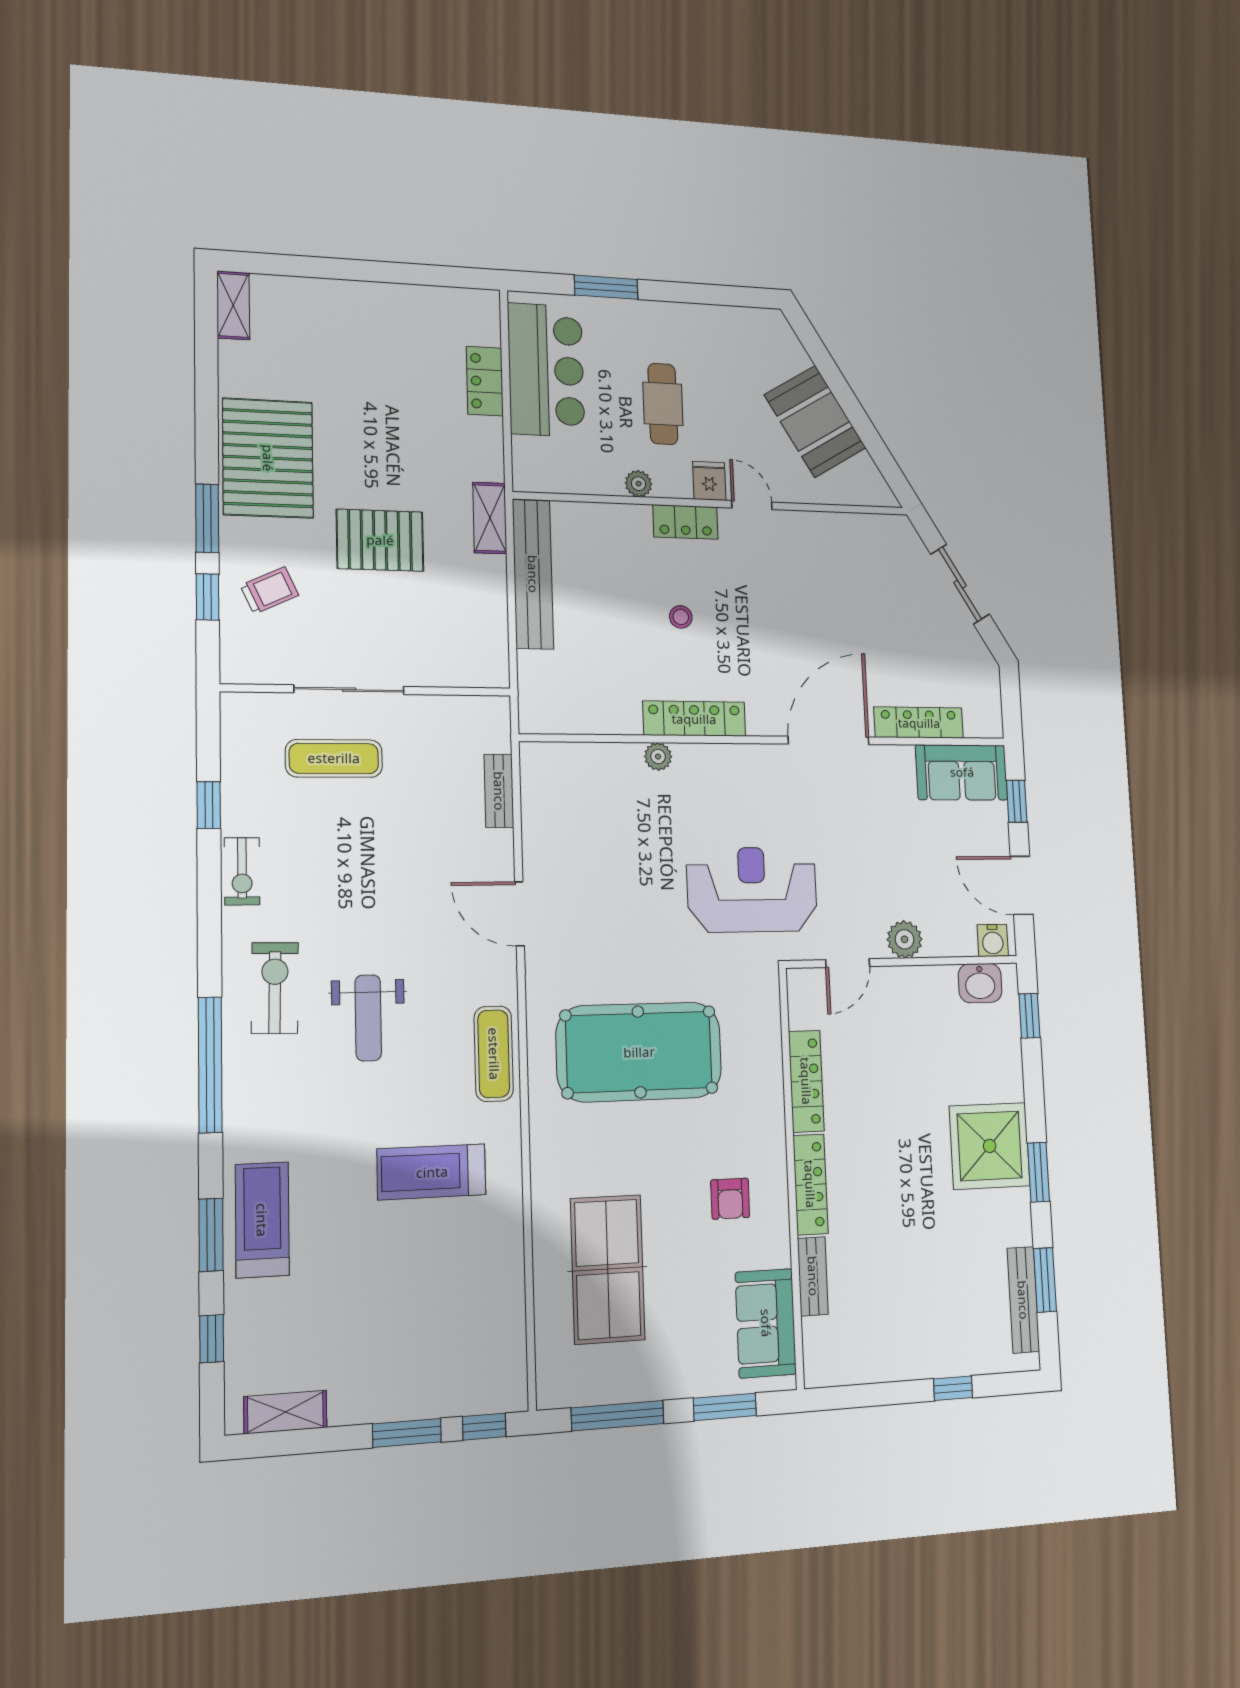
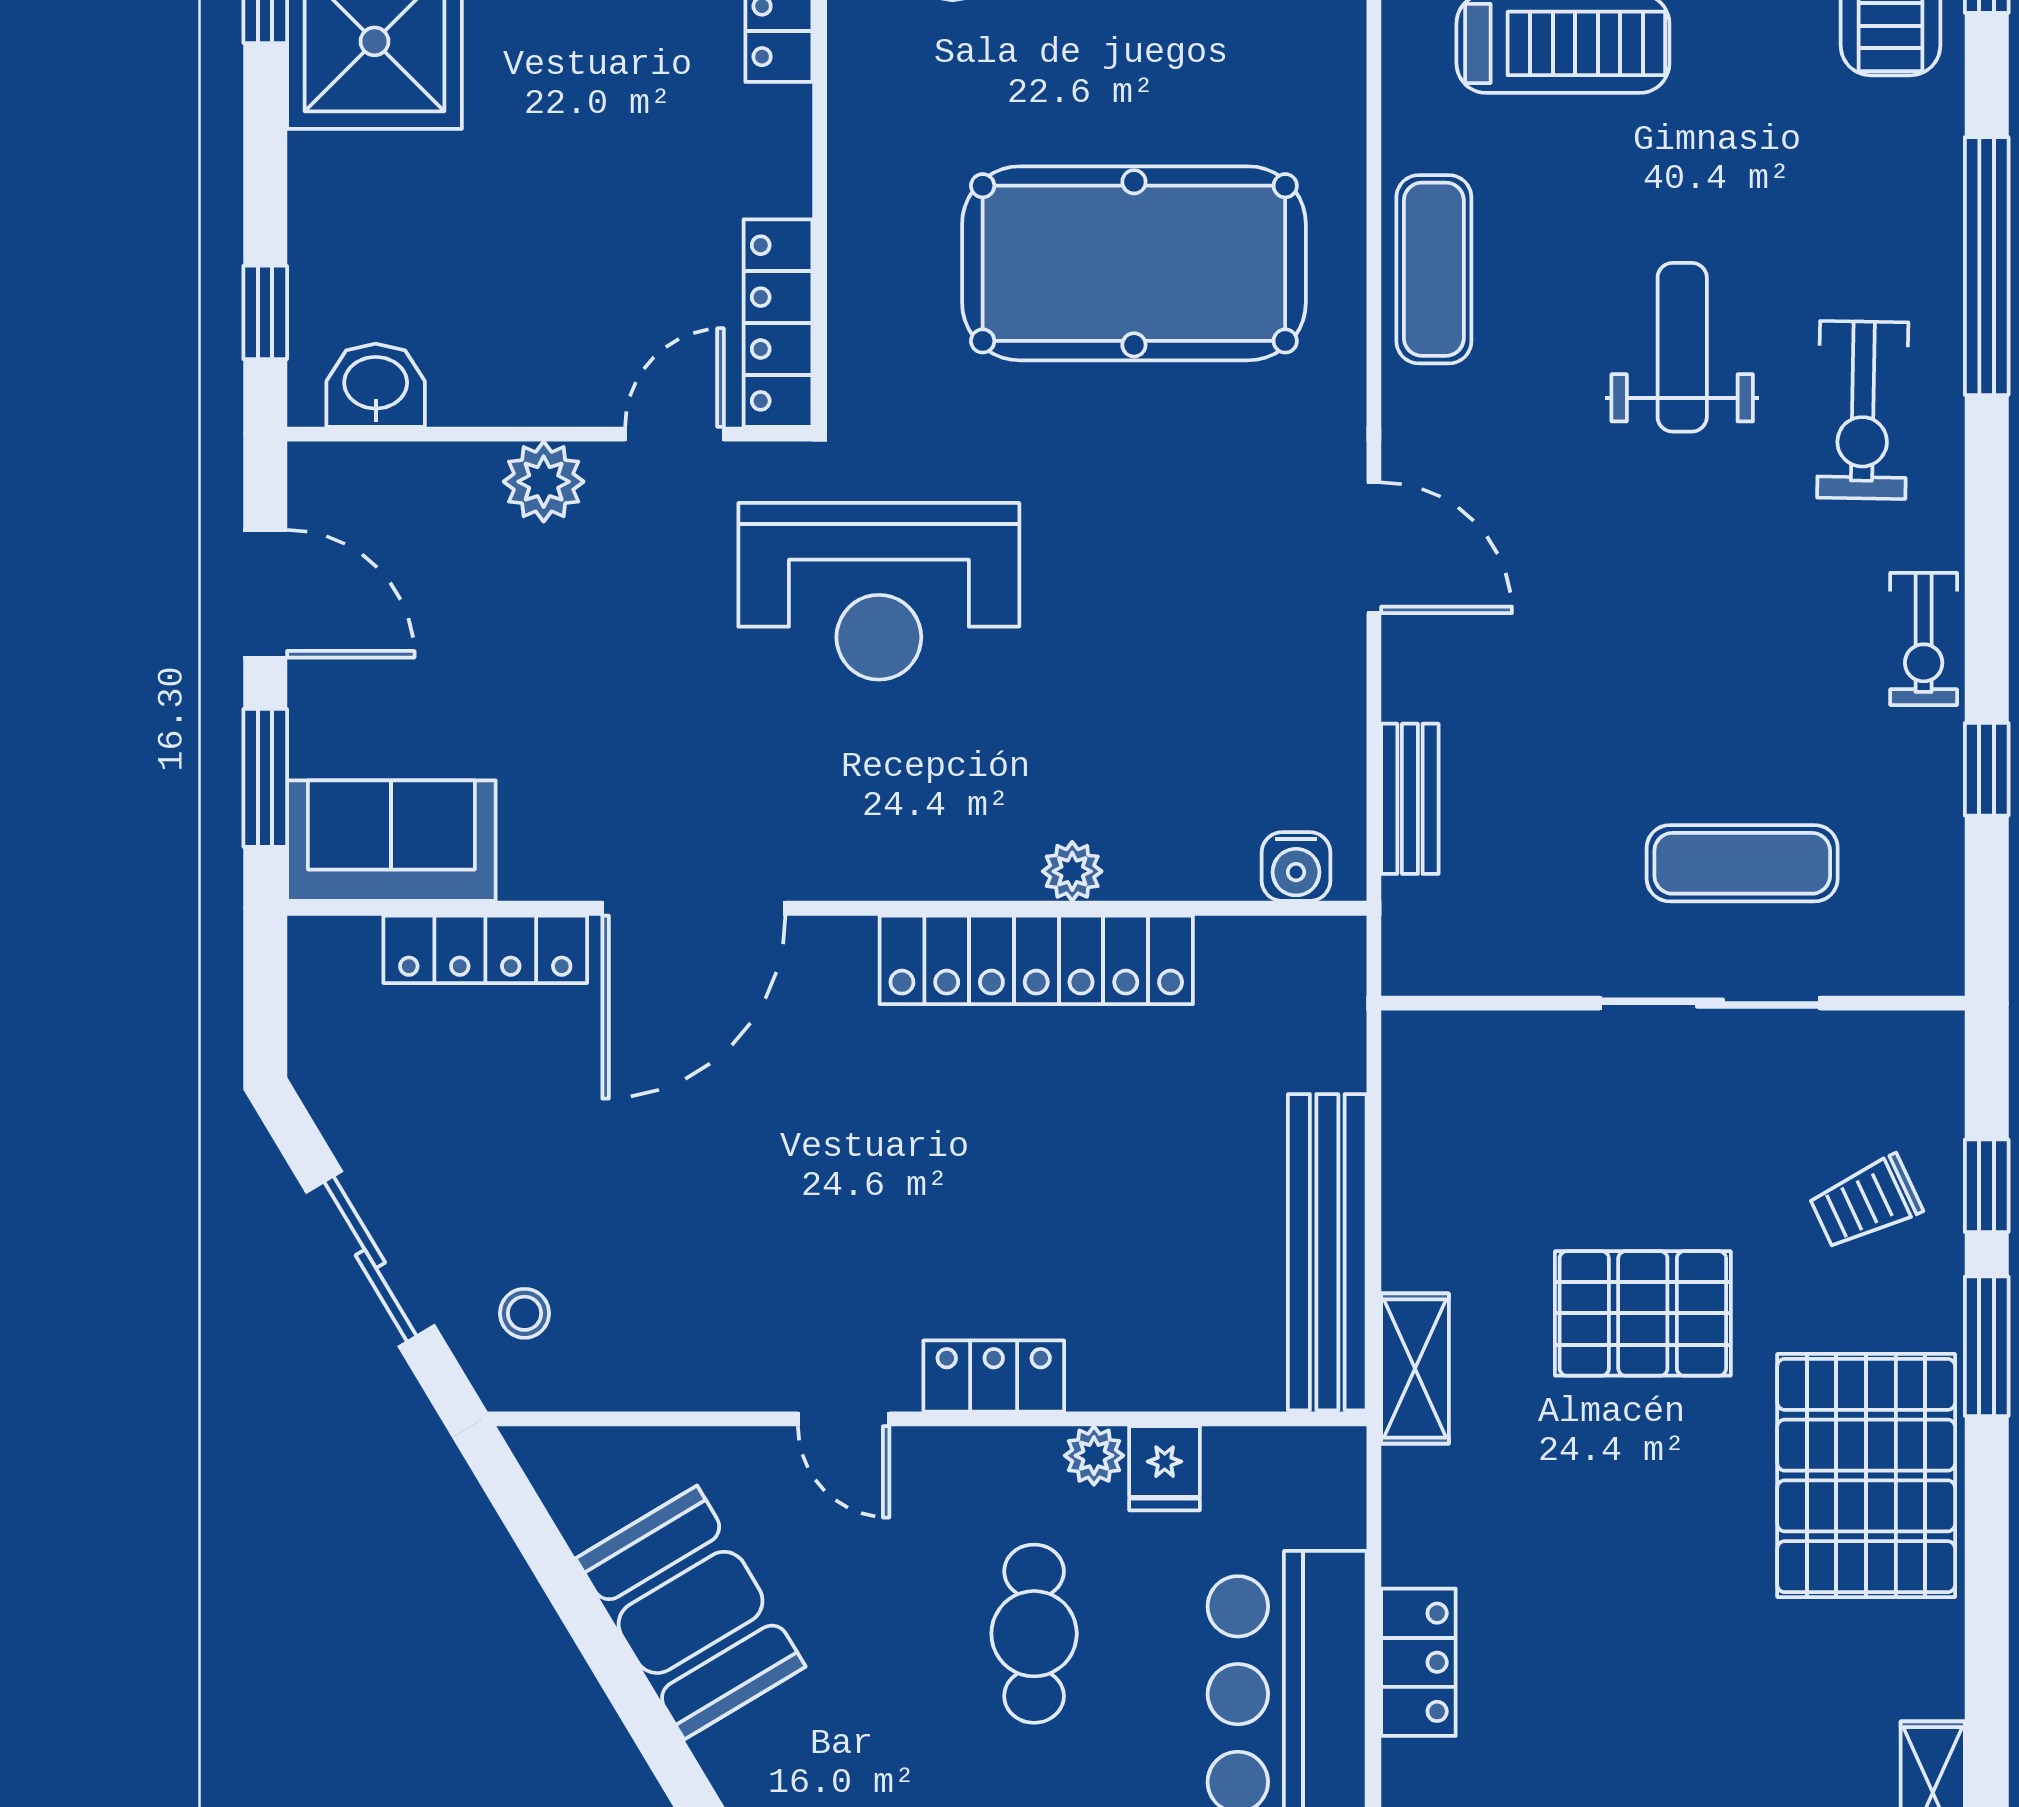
fridge: (709, 481) -> (1165, 1468), moved
stool: (681, 617) -> (524, 1313), moved
locker: (694, 719) -> (1036, 960), width x1.41, depth x1.21
window: (1017, 801) -> (265, 778), width x1.50
exercise bike: (242, 871) -> (1924, 639), turned 180
water cooler: (993, 940) -> (1296, 867), moved, turned 180
locker: (806, 1081) -> (778, 323), moved

